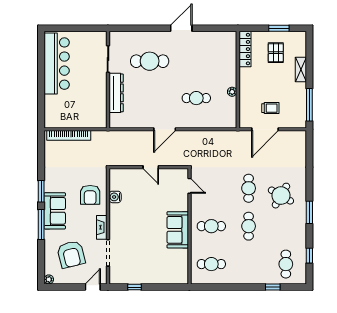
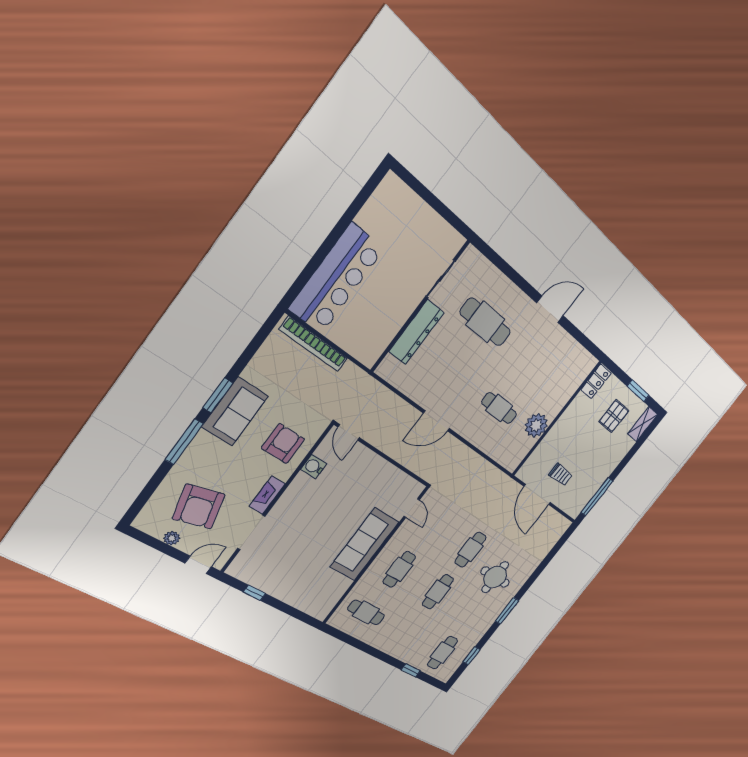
locker: (245, 49) -> (596, 381), width x0.66
bar counter: (57, 64) -> (336, 279), moved
shelving: (301, 70) -> (643, 424), moved
plant: (232, 92) -> (536, 425), width x1.88, depth x1.88
door: (265, 129) -> (537, 495), hinge flipped
door: (151, 167) -> (349, 432), moved
armchair: (90, 195) -> (283, 444), turned 180
round table: (281, 196) -> (495, 577), turned -30
sofa: (55, 211) -> (235, 411), moved
cafe table: (211, 226) -> (399, 569), turned 90
sofa: (178, 230) -> (365, 544), width x1.36
plant: (49, 279) -> (172, 538), moved

